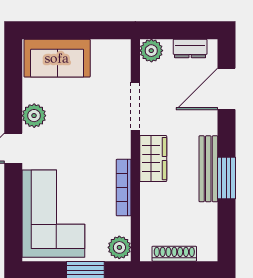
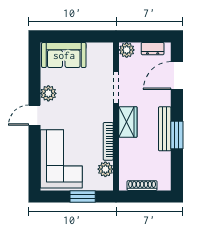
plant: (119, 247) -> (105, 169), moved

